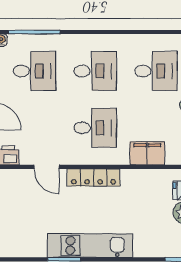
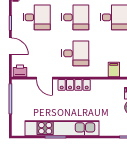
filing cabinet: (147, 153) -> (114, 70), width x0.50
kitchen unit: (90, 245) -> (62, 128), width x1.36

